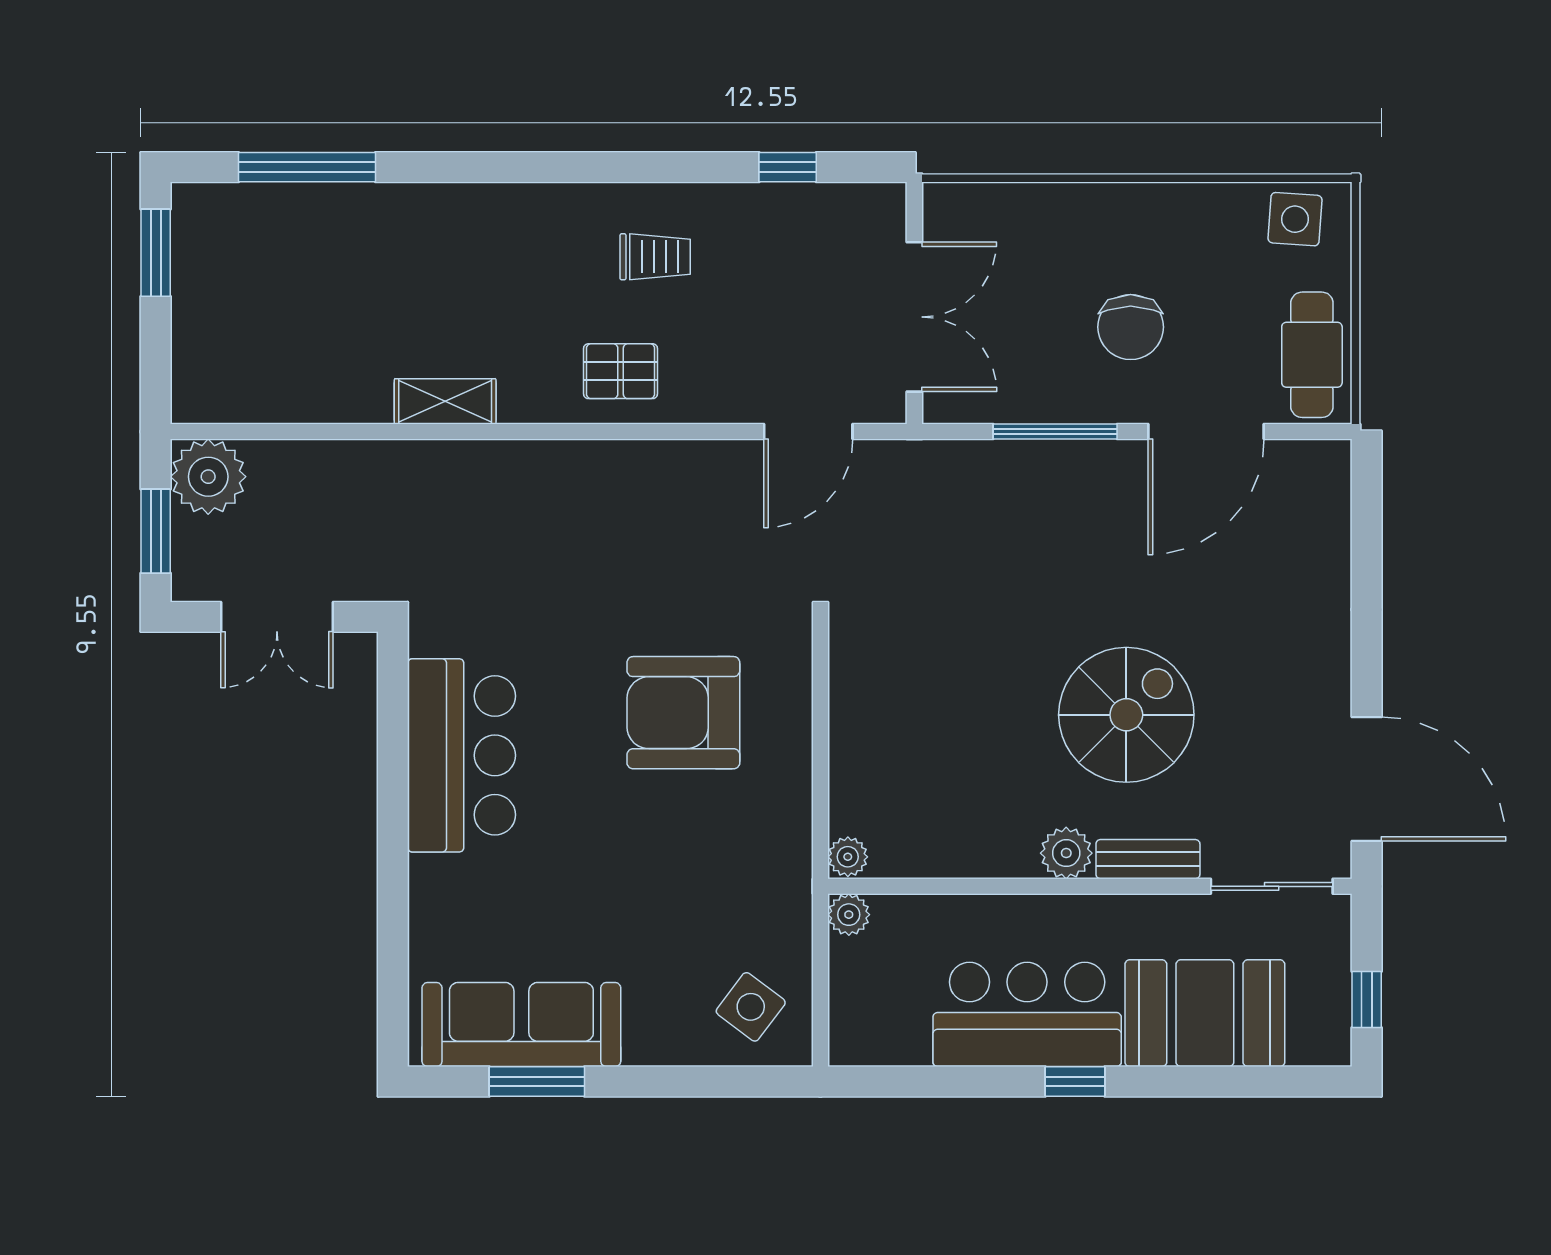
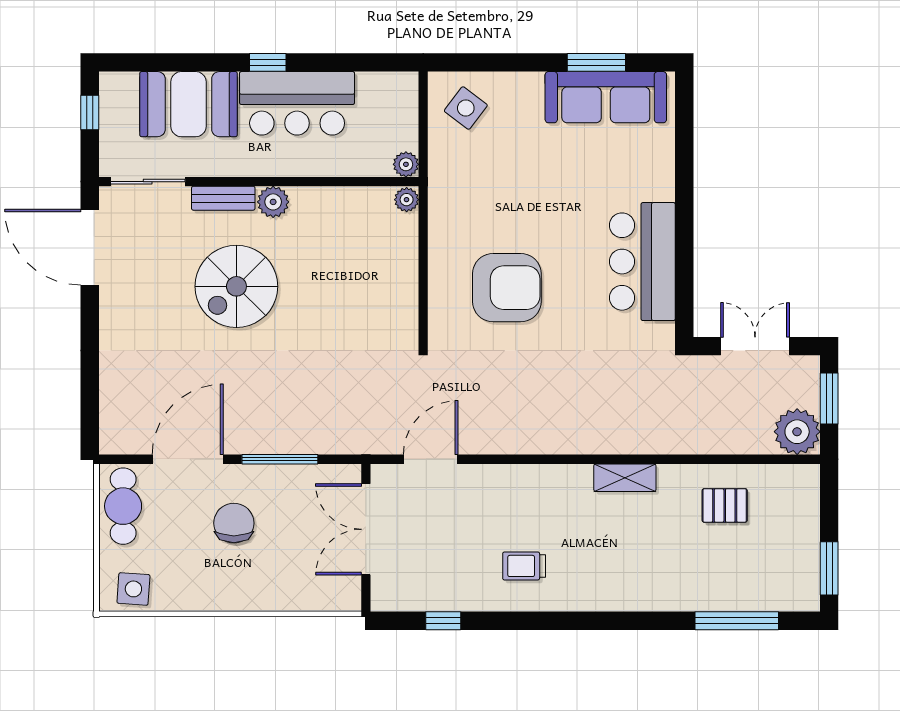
pallet: (621, 371) -> (725, 505), moved
shelving: (445, 401) -> (625, 478), moved

